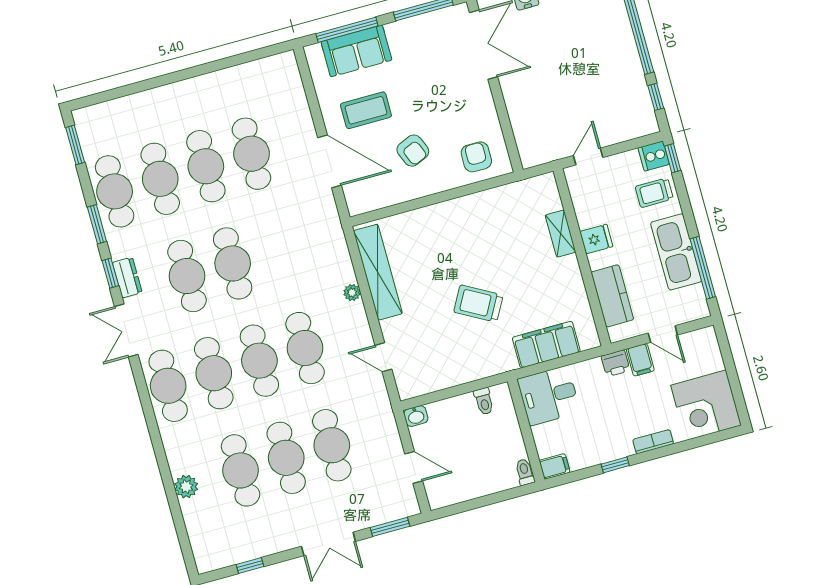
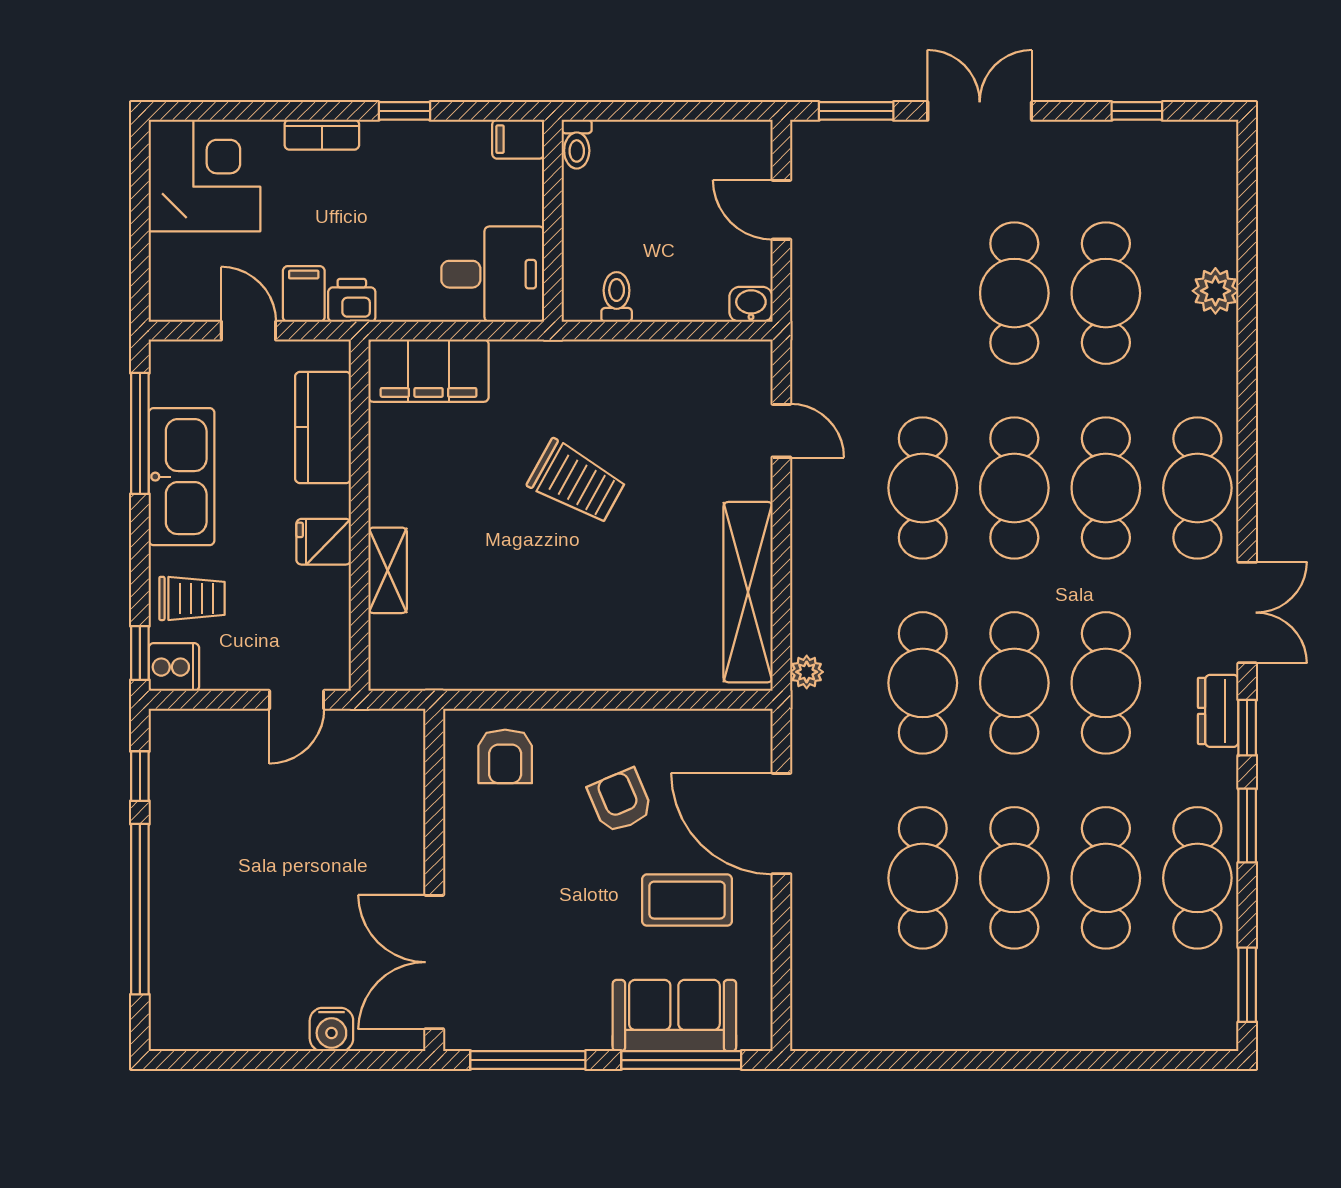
plant: (352, 293) -> (807, 672), moved
filing cabinet: (546, 345) -> (429, 371), moved
cafe table: (332, 445) -> (923, 683), moved

